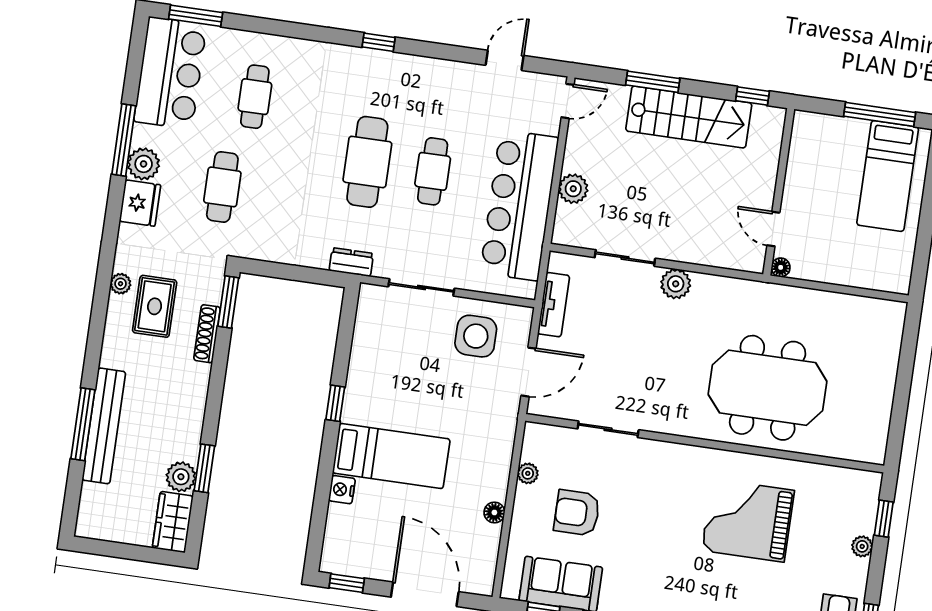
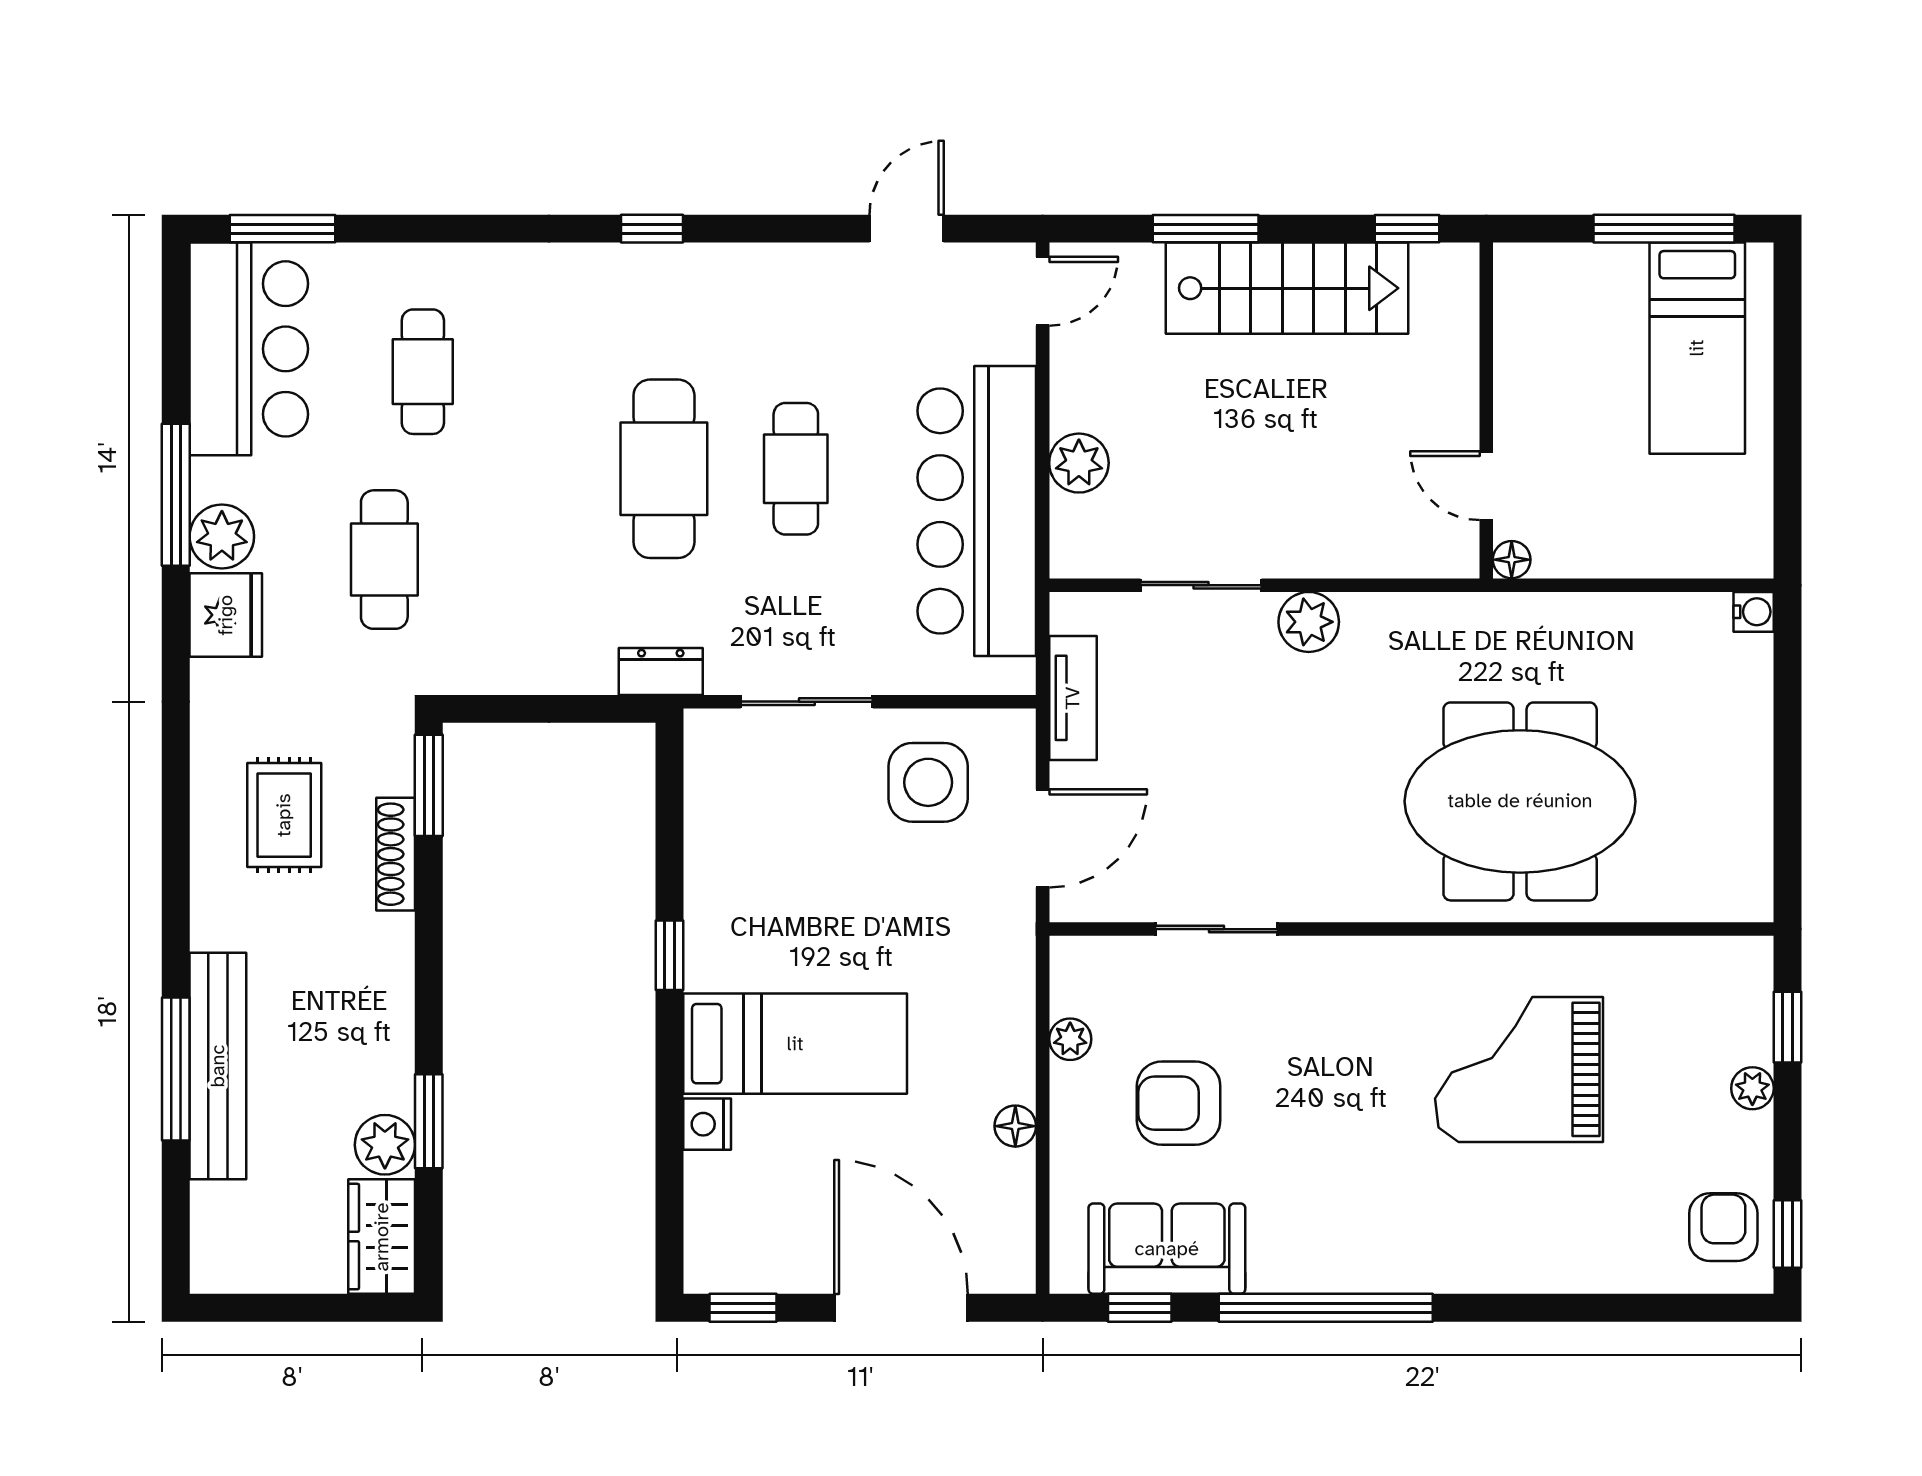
plant: (121, 284) -> (210, 780), removed
water cooler: (897, 311) -> (1754, 612), added

